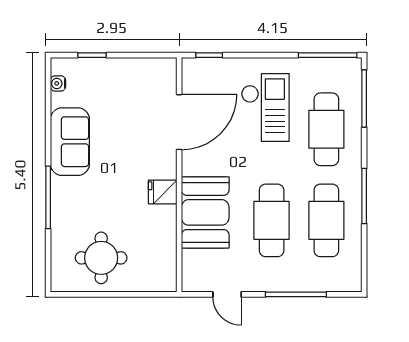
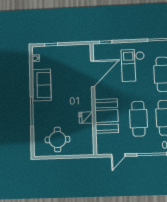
checkout: (265, 108) -> (133, 65), turned 180
fridge: (163, 192) -> (86, 118), moved
door: (227, 294) -> (118, 155), hinge flipped

